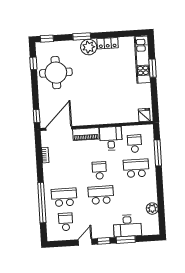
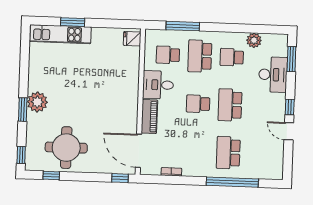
locker: (108, 43) -> (35, 77), removed
school desk: (66, 222) -> (232, 57), moved
window: (126, 240) -> (291, 59), moved

